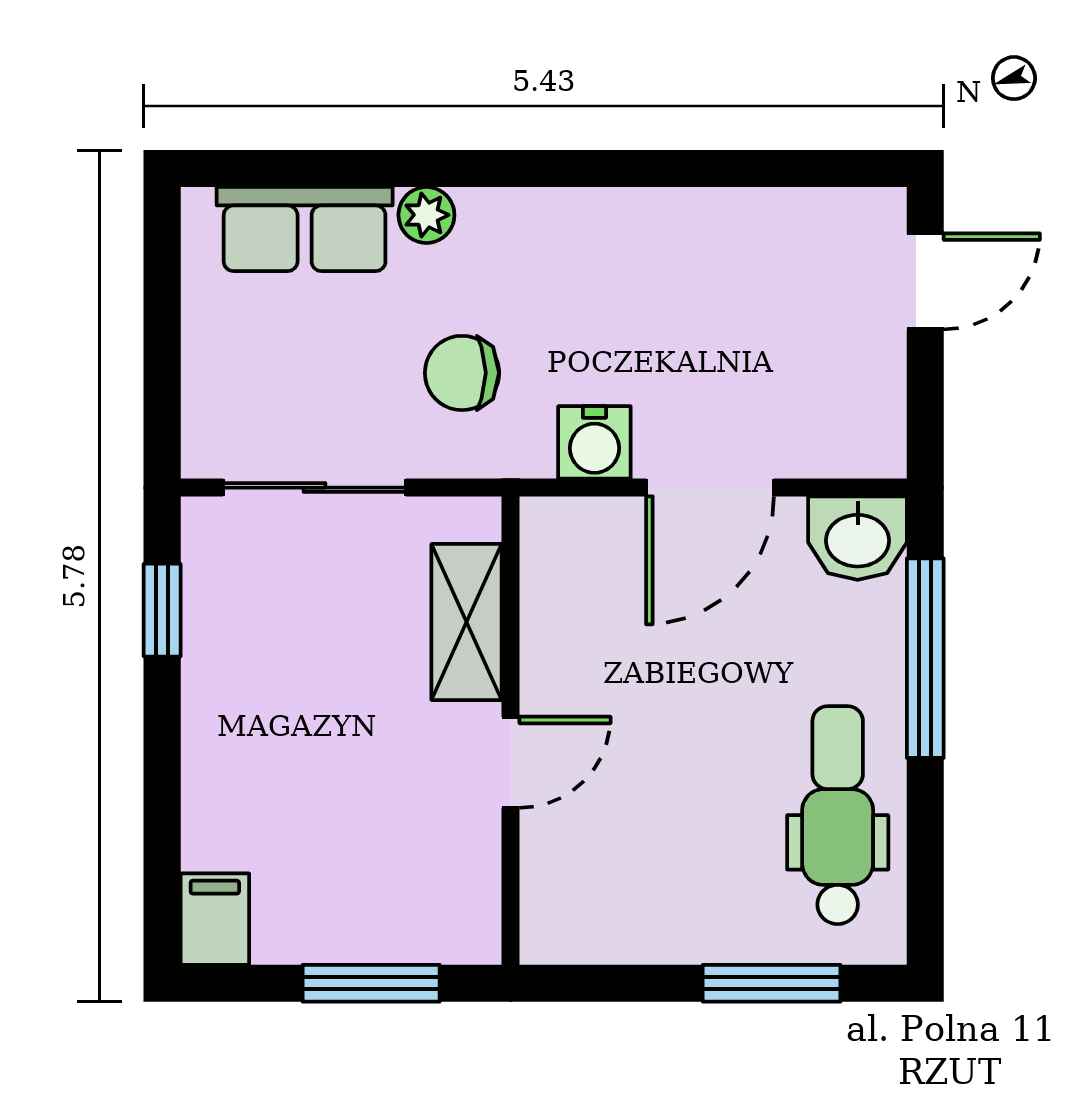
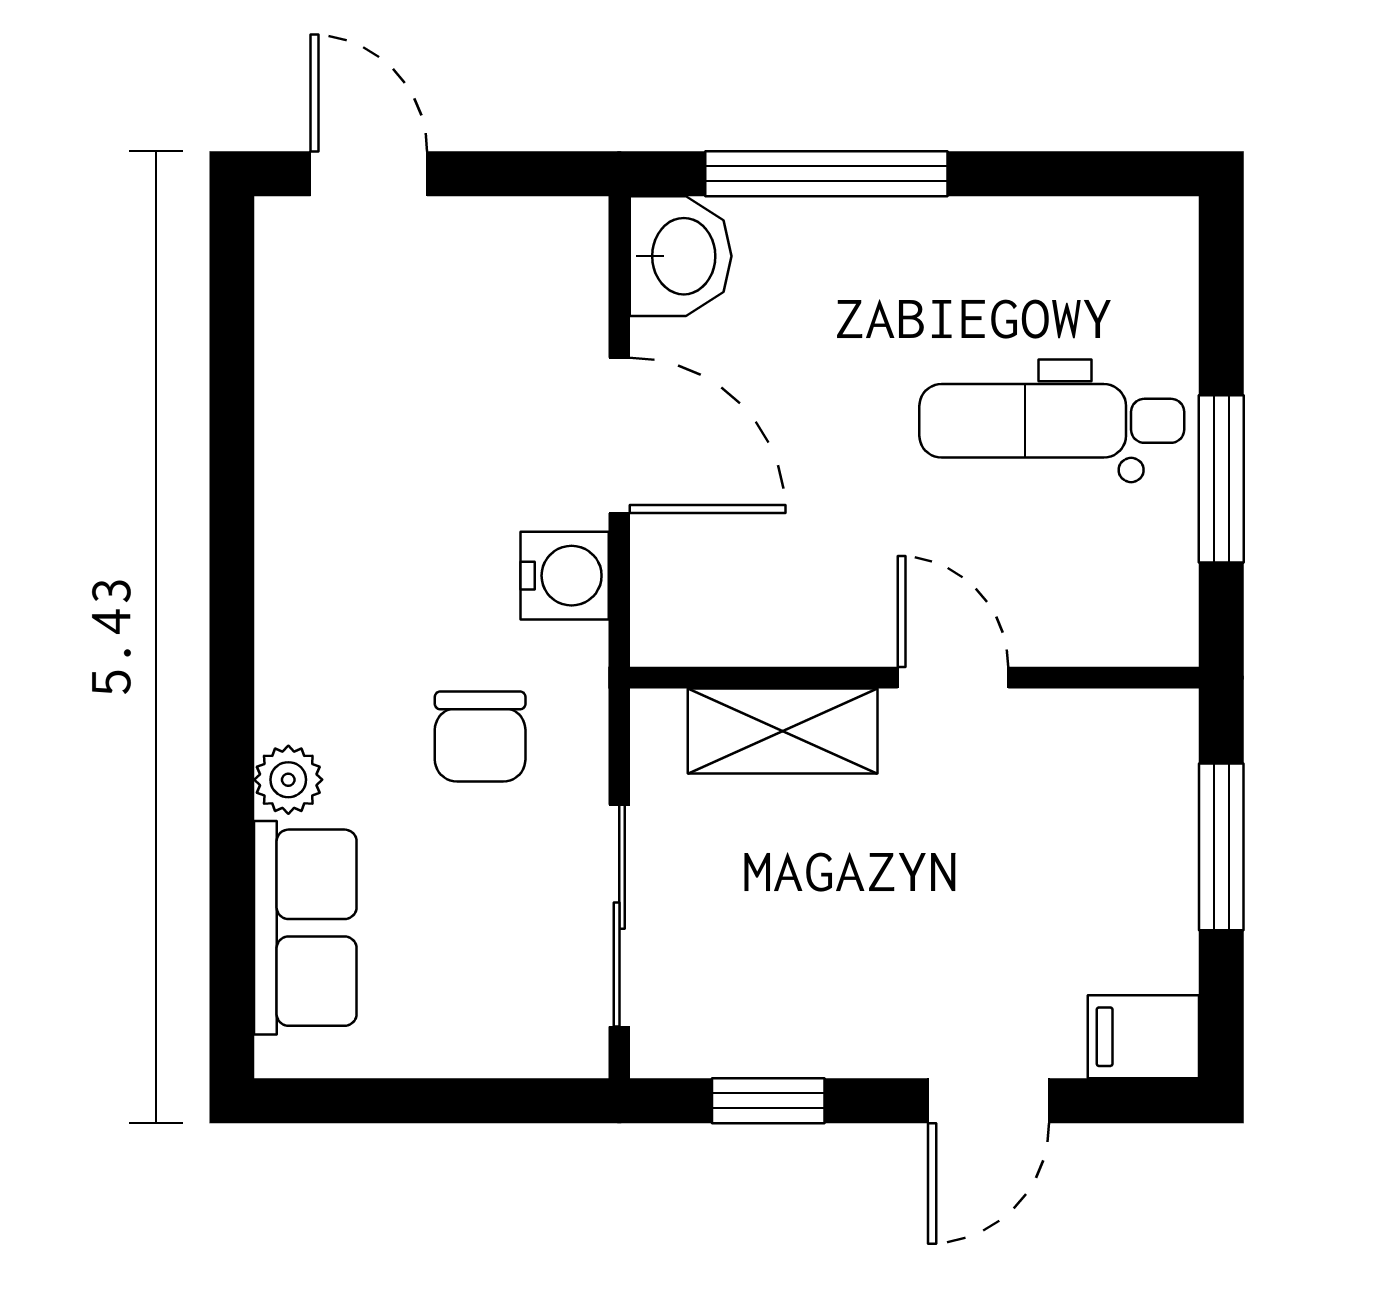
door: (162, 792) -> (989, 1101), added
dental chair: (838, 815) -> (1052, 421), moved
window: (772, 983) -> (1221, 479), moved

